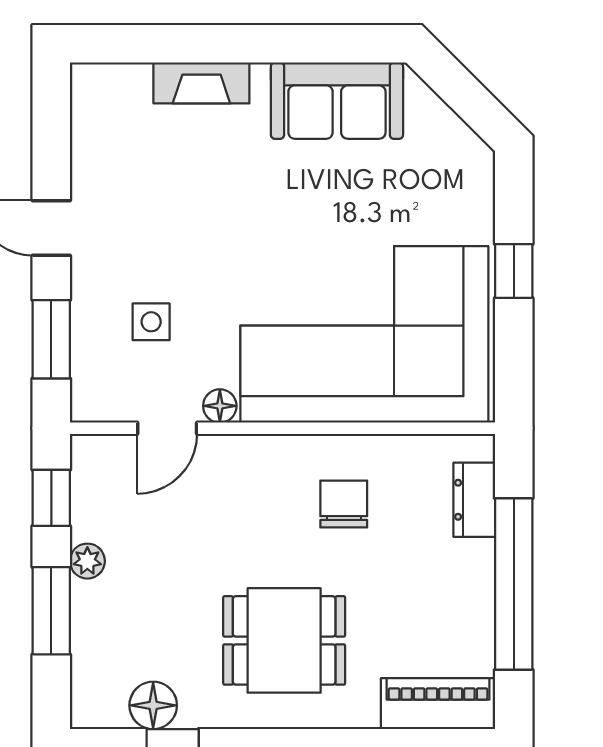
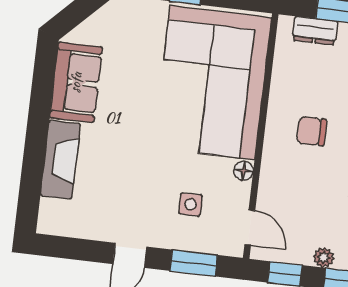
fireplace: (201, 83) -> (60, 160), width x1.37, depth x1.32
door: (167, 428) -> (250, 228), moved
chair: (344, 504) -> (312, 131), moved

